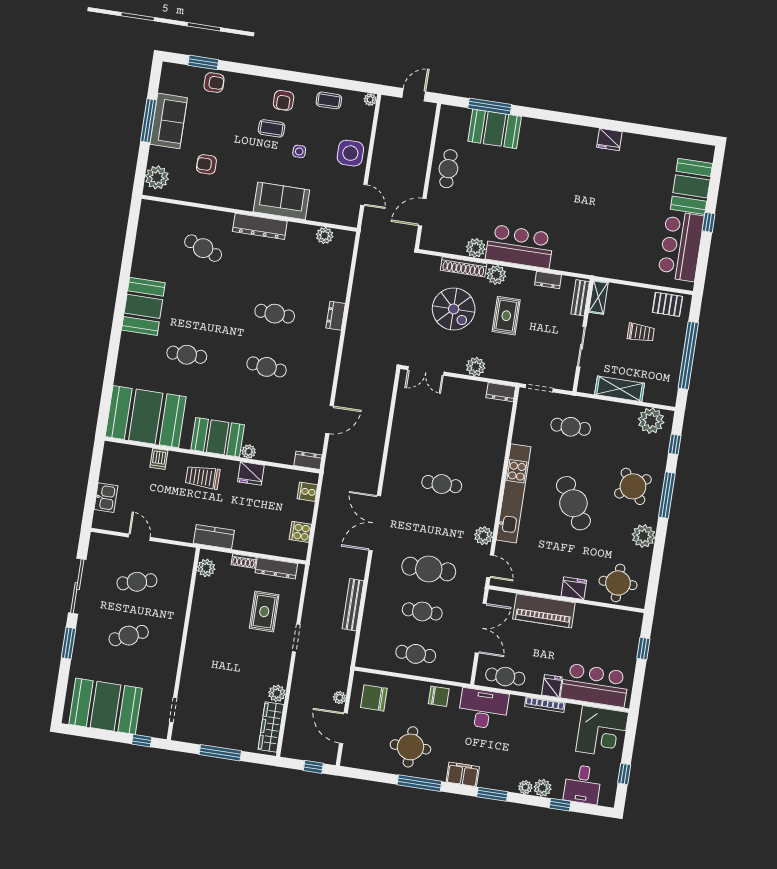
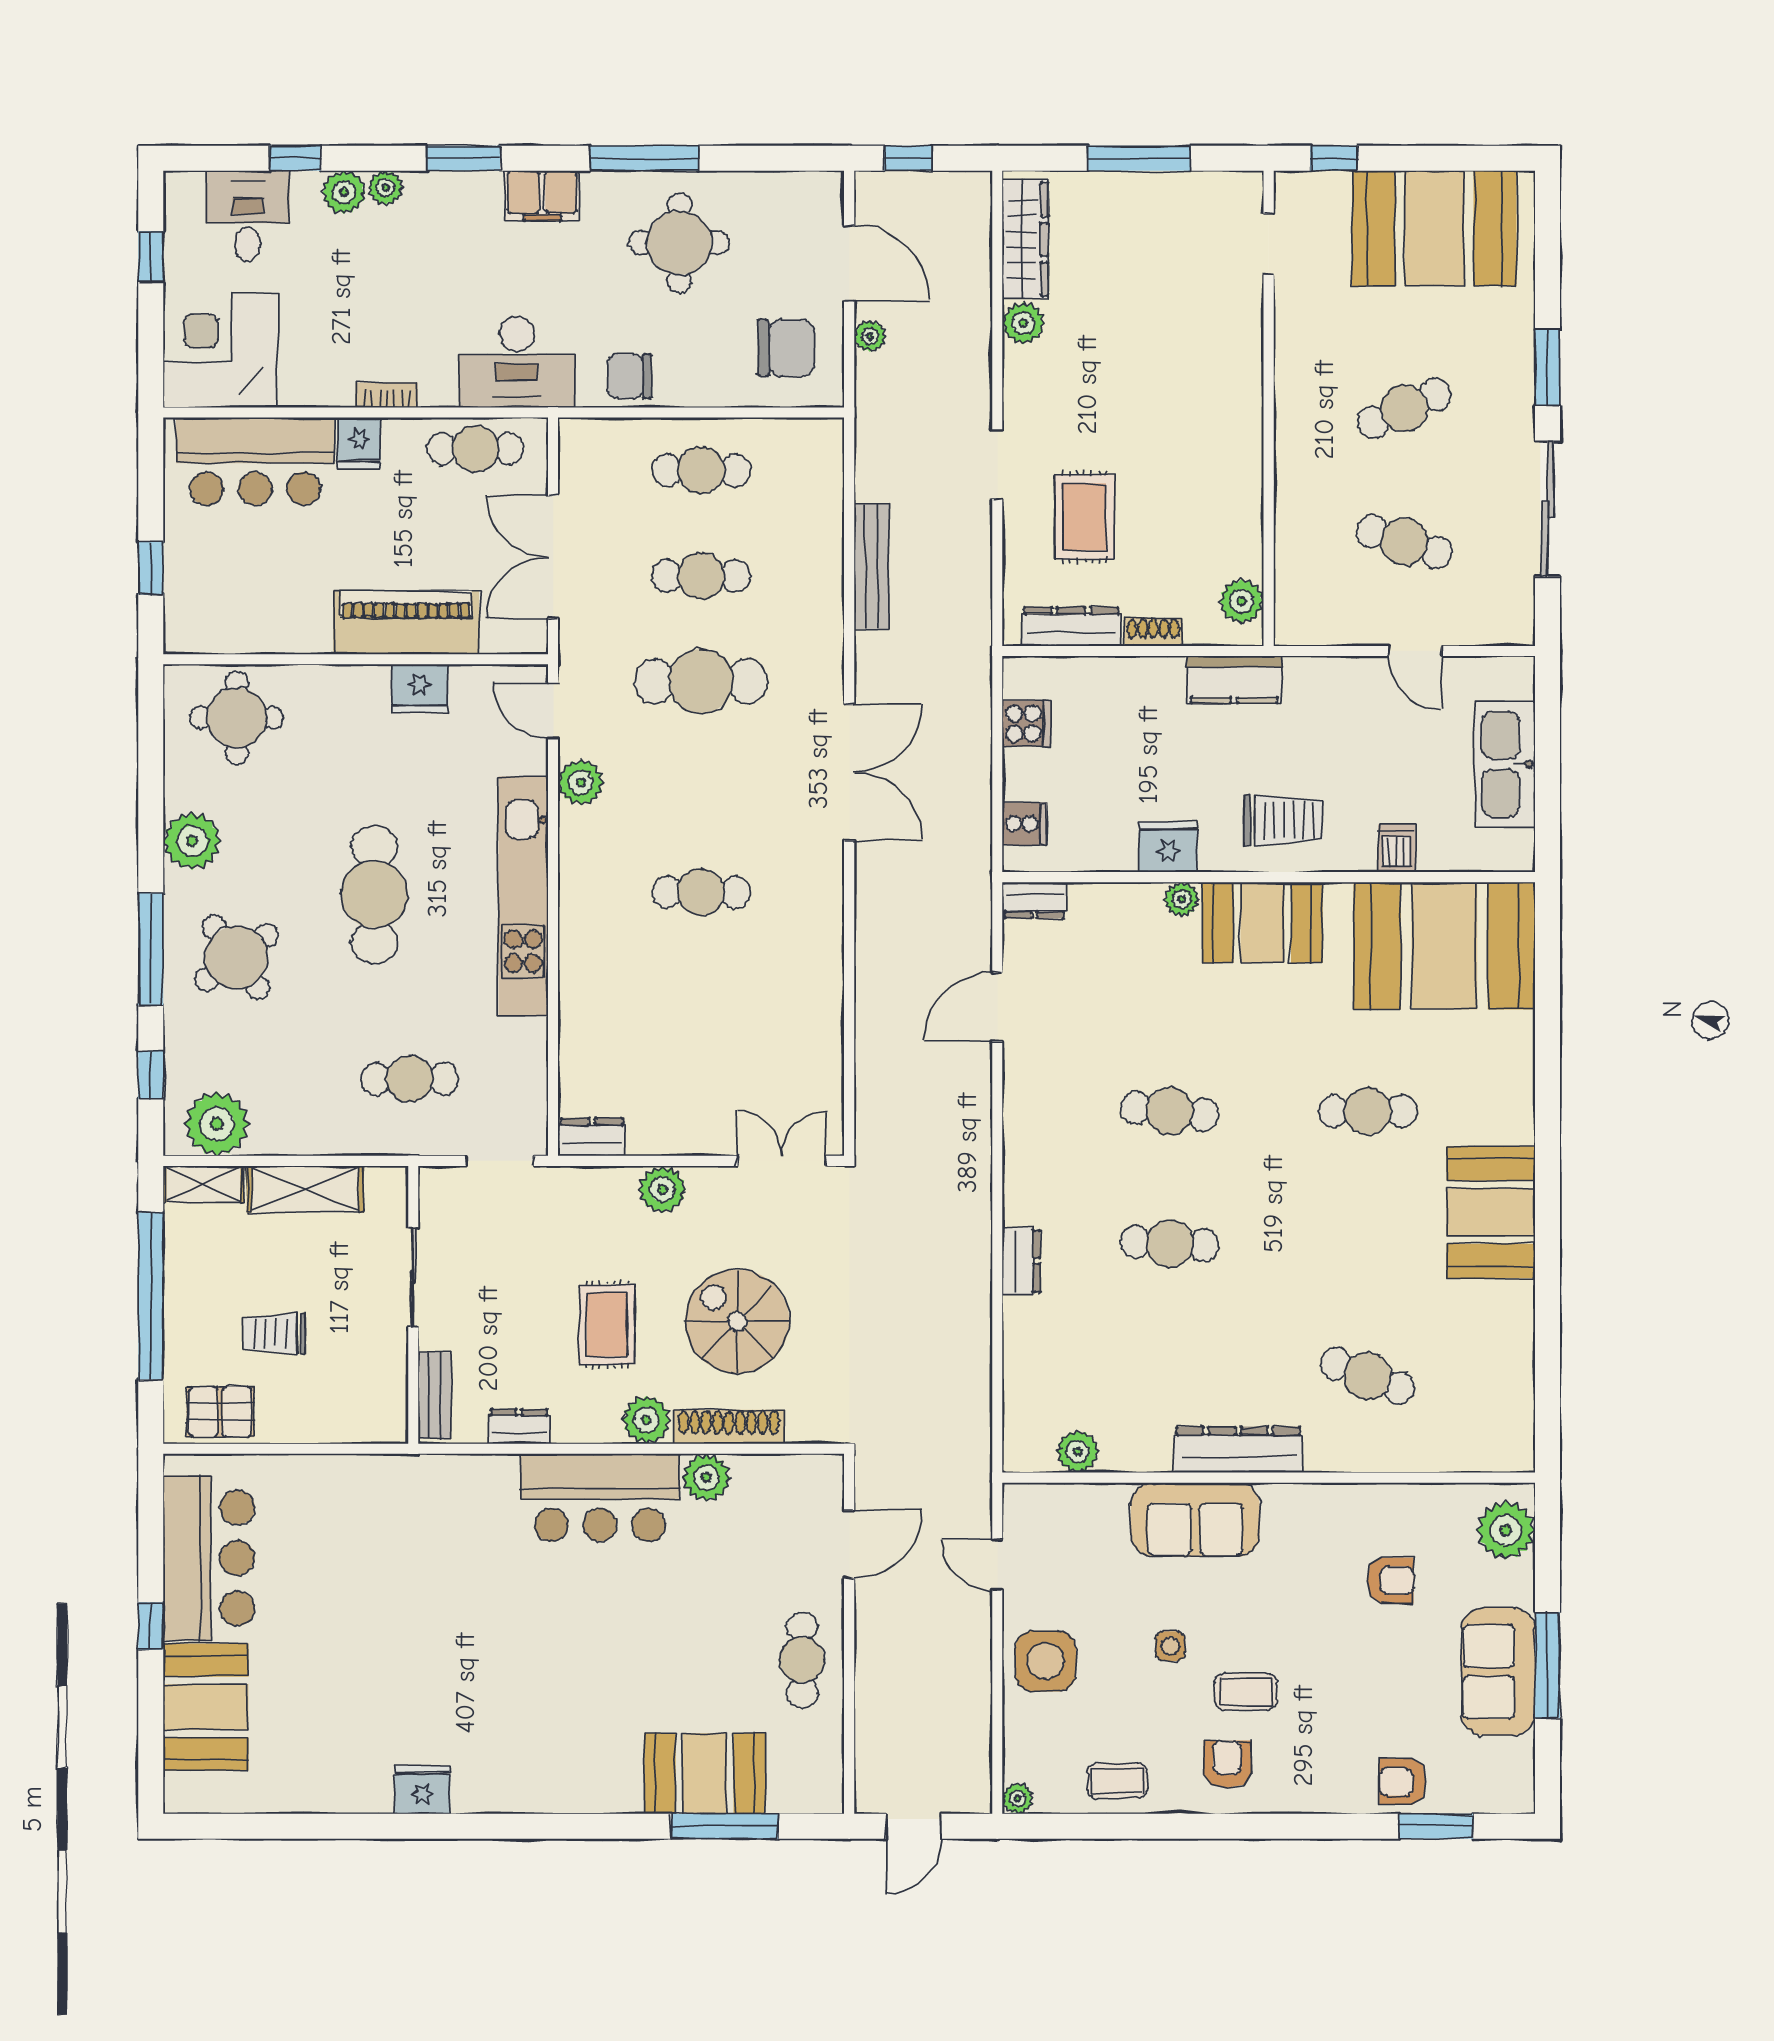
shelving: (598, 297) -> (203, 1184), moved, turned 90
kitchen sink: (106, 498) -> (1505, 764), width x1.88, depth x1.24
cafe table: (573, 503) -> (374, 895), turned 31
cafe table: (137, 582) -> (1404, 542), turned 33
fridge: (574, 588) -> (420, 688), moved
bookcase: (545, 705) -> (387, 395), width x0.64

